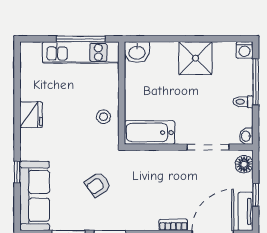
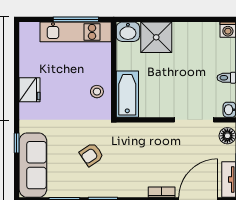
shower: (195, 58) -> (156, 37), moved
bathtub: (150, 133) -> (127, 94), moved, turned 90

